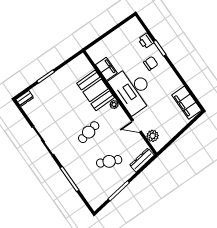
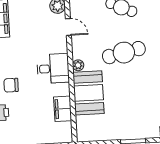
desk: (133, 90) -> (53, 69), width x0.53, depth x0.77
cafe table: (89, 132) -> (124, 53), width x1.37, depth x1.35

